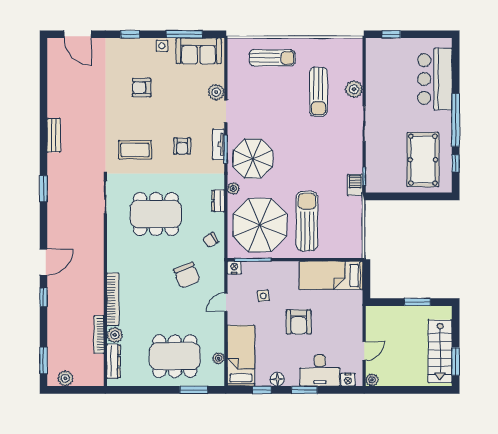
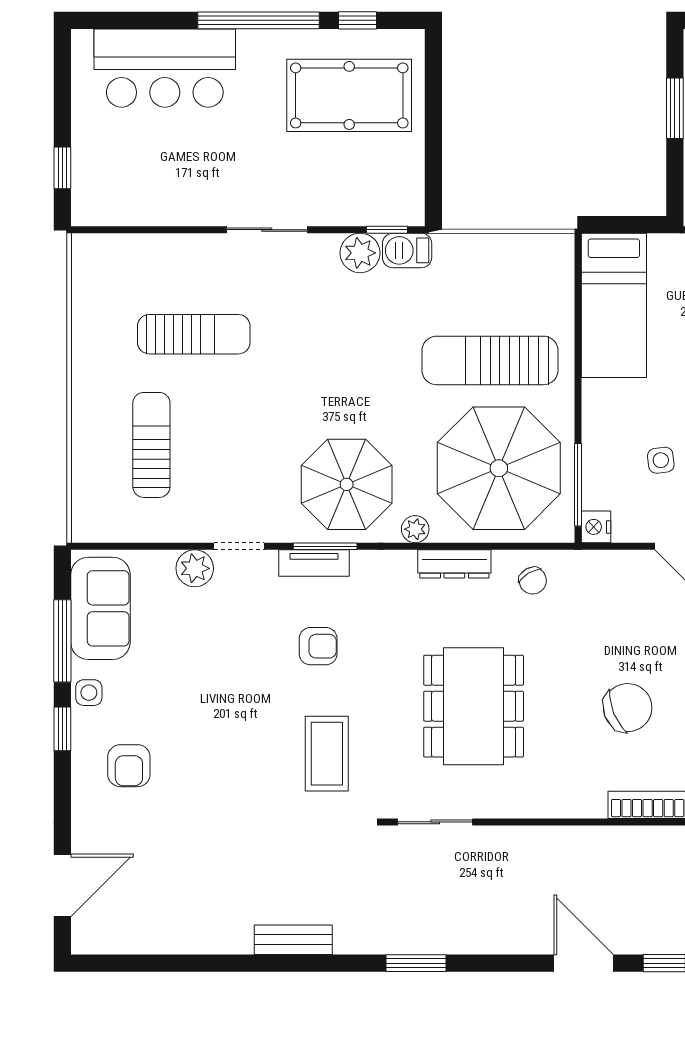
window: (130, 34) -> (62, 729), moved
sun lounger: (272, 58) -> (151, 445), moved
armchair: (142, 88) -> (129, 766), moved
plant: (354, 89) -> (360, 253), moved
dresser: (218, 201) -> (454, 564), width x1.44
chair: (187, 275) -> (628, 708), moved

